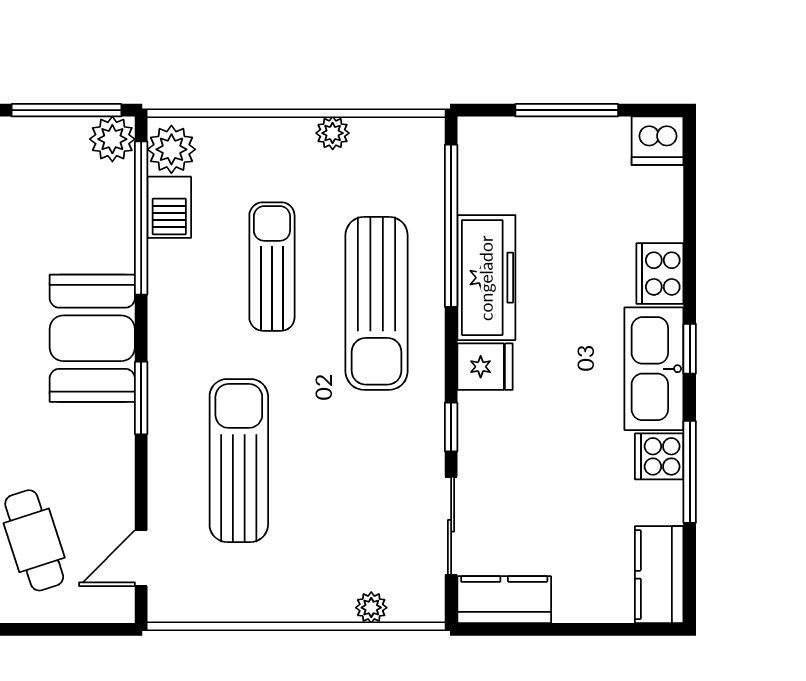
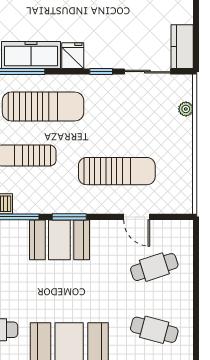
window: (141, 398) -> (69, 217), moved
sun lounger: (239, 461) -> (117, 171), turned 180
door: (141, 558) -> (137, 217), moved

